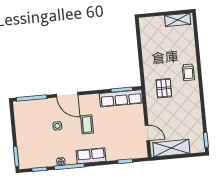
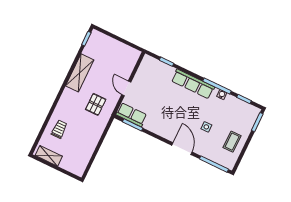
trolley: (188, 72) -> (59, 129), moved
row of seats: (121, 98) -> (131, 115), width x0.68
coffee table: (87, 124) -> (232, 142), moved
door: (147, 133) -> (126, 88), moved
shelving: (171, 148) -> (80, 73), moved, turned 90
row of seats: (91, 156) -> (193, 84), width x1.48

